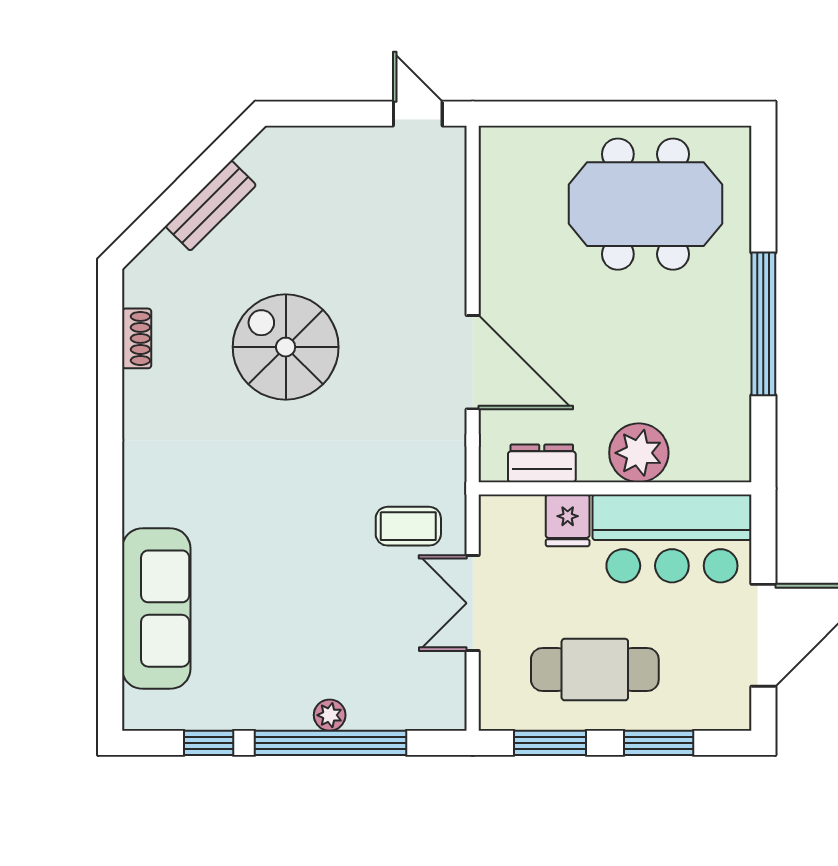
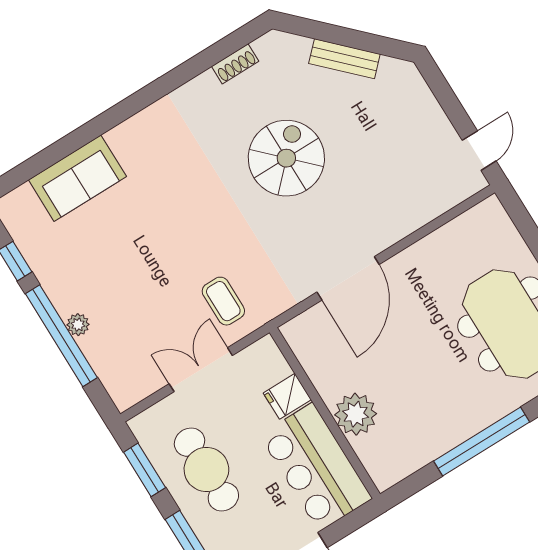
dresser: (542, 463) -> (312, 359), removed
sofa: (156, 609) -> (77, 178), width x0.73

